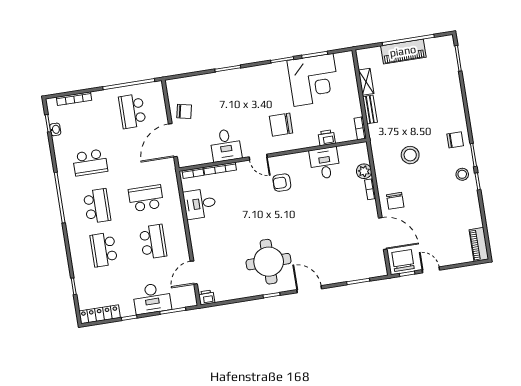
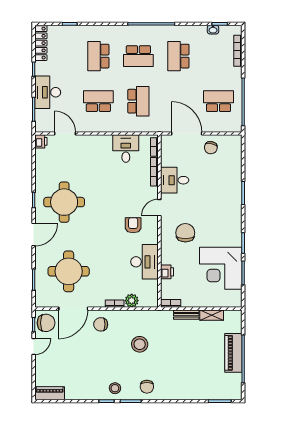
desk: (325, 163) -> (145, 262), width x1.37
school desk: (153, 242) -> (98, 101), turned 180
round table: (343, 245) -> (69, 271), added
school desk: (104, 250) -> (98, 56), turned -90

